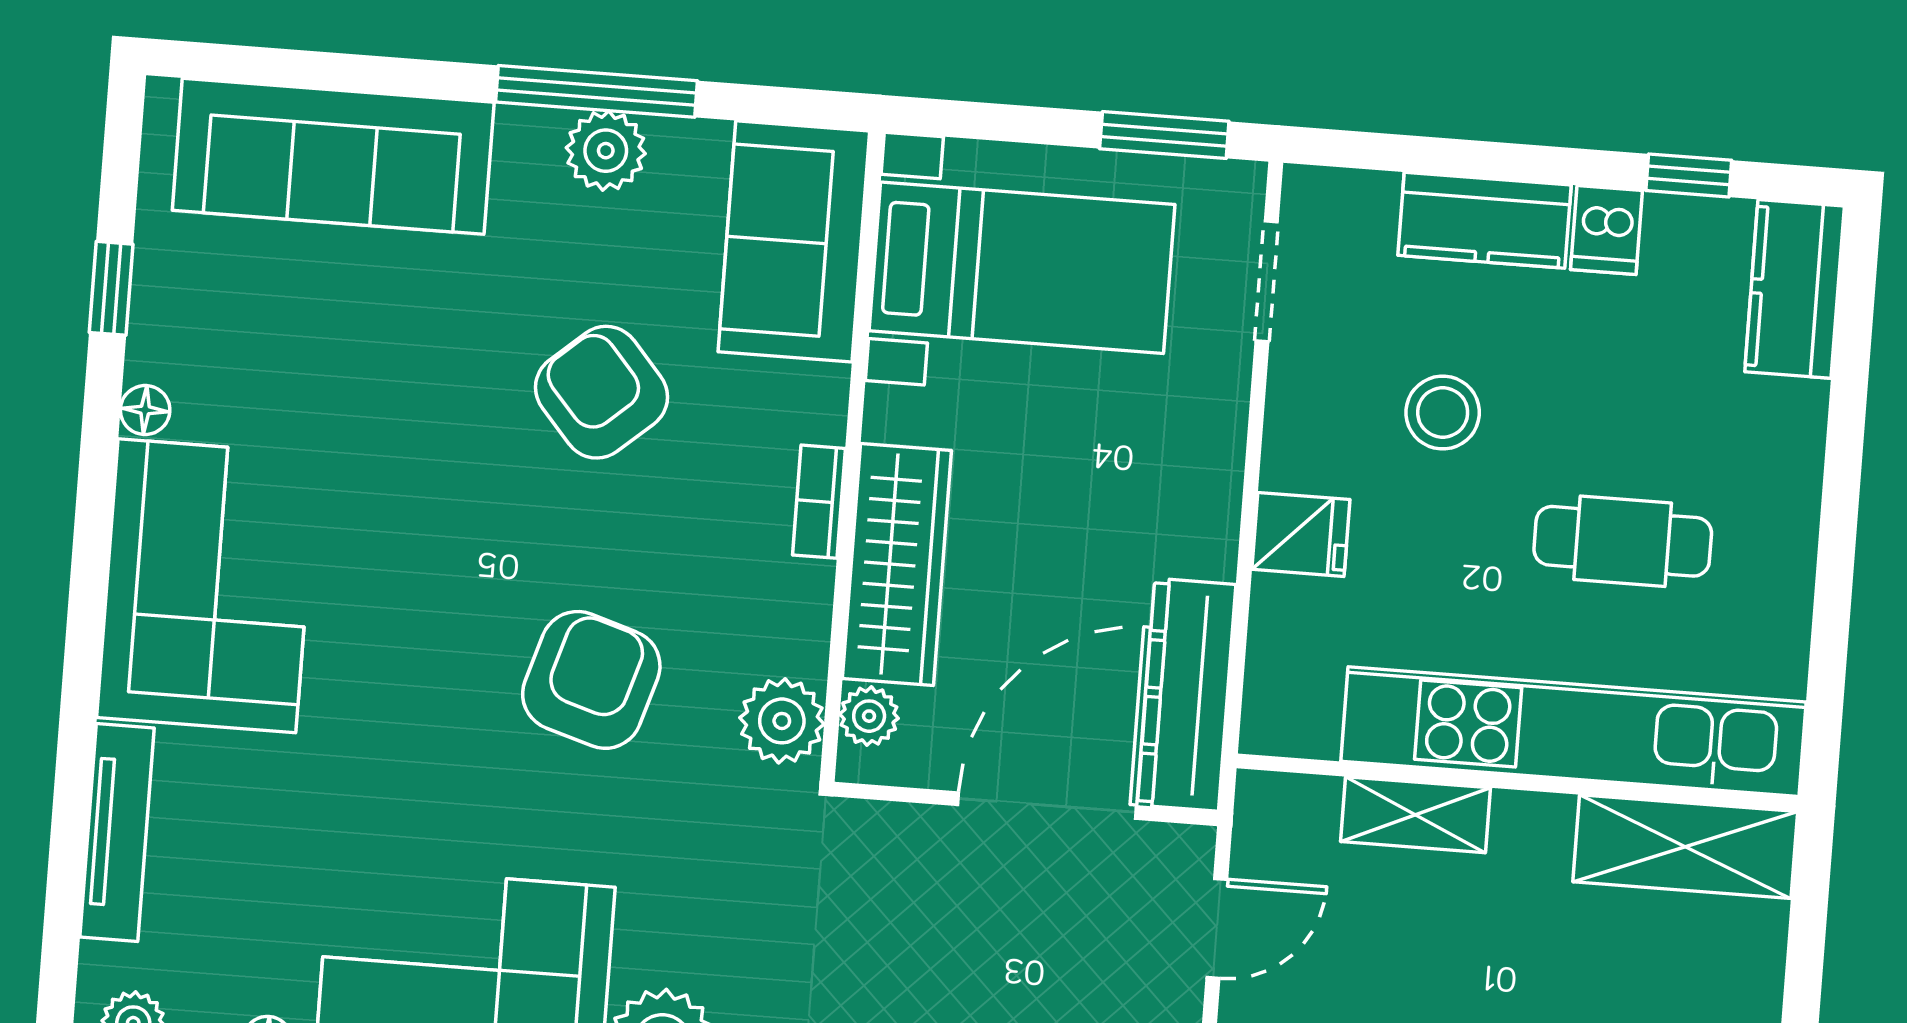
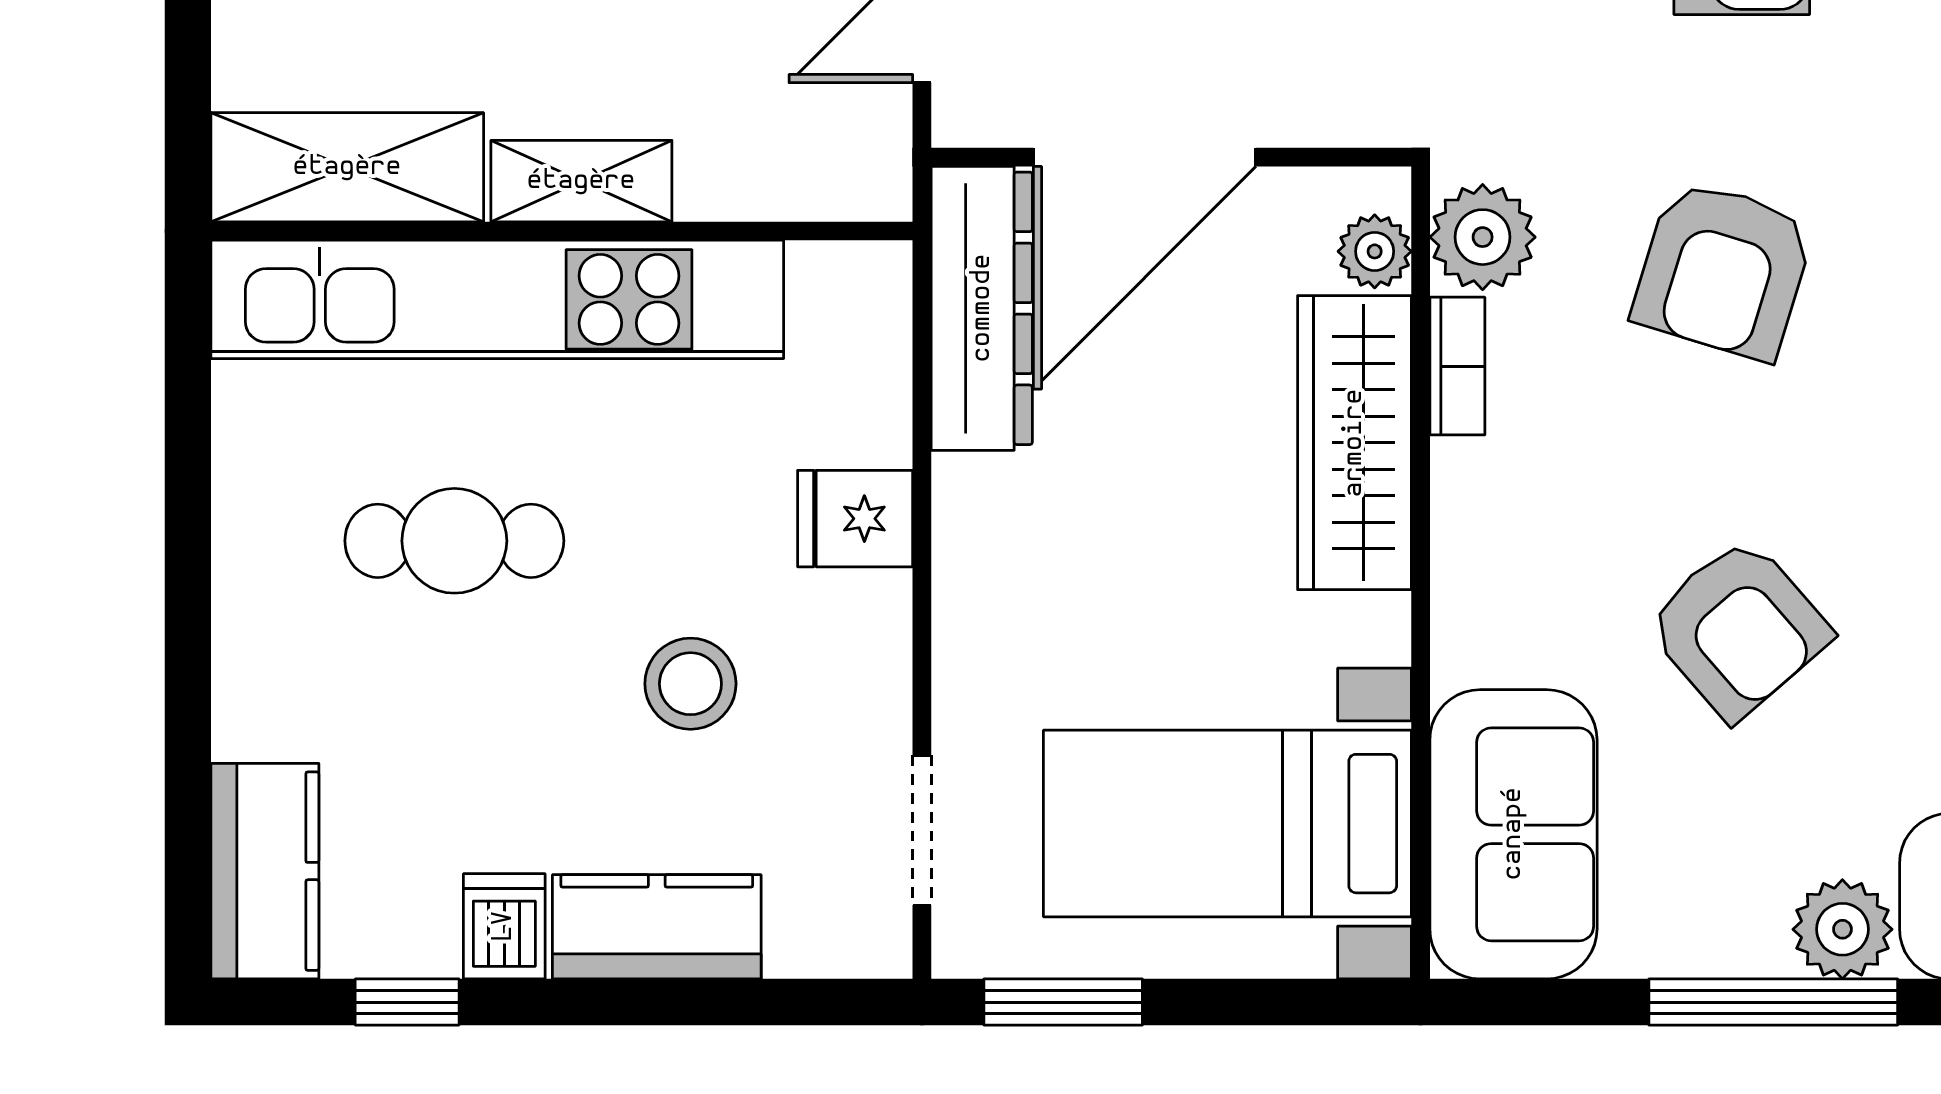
plant: (606, 151) -> (1842, 929), moved
bookcase: (819, 502) -> (1457, 366), moved
shelving: (1416, 815) -> (581, 181), moved

